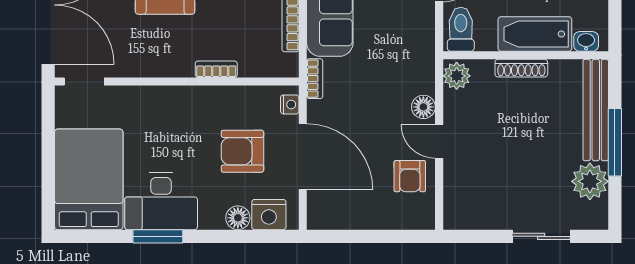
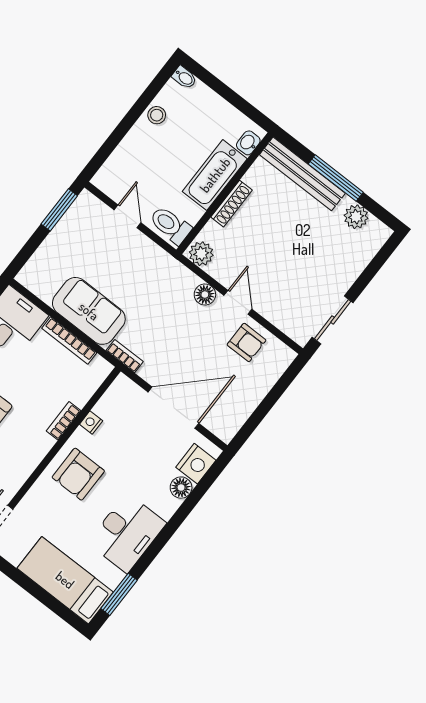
nightstand: (290, 104) -> (91, 422), moved, turned -90
door: (439, 141) -> (238, 302), swing flipped
armchair: (242, 151) -> (78, 474), moved
bed: (89, 179) -> (65, 580), width x0.67
plant: (590, 181) -> (356, 217), width x0.73, depth x0.73
window: (158, 236) -> (119, 594), moved
sliding door: (541, 236) -> (333, 320), moved

